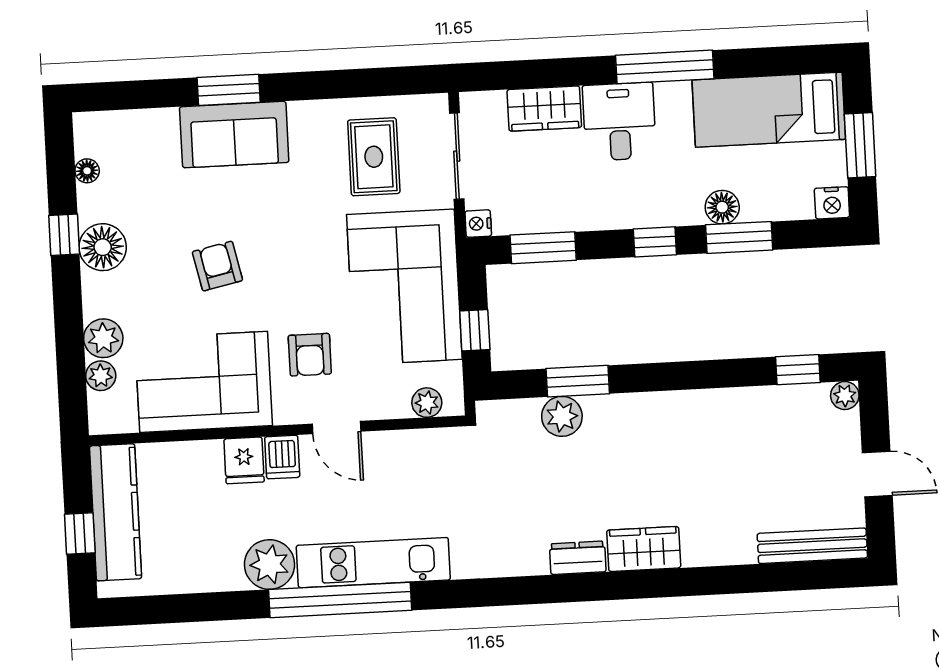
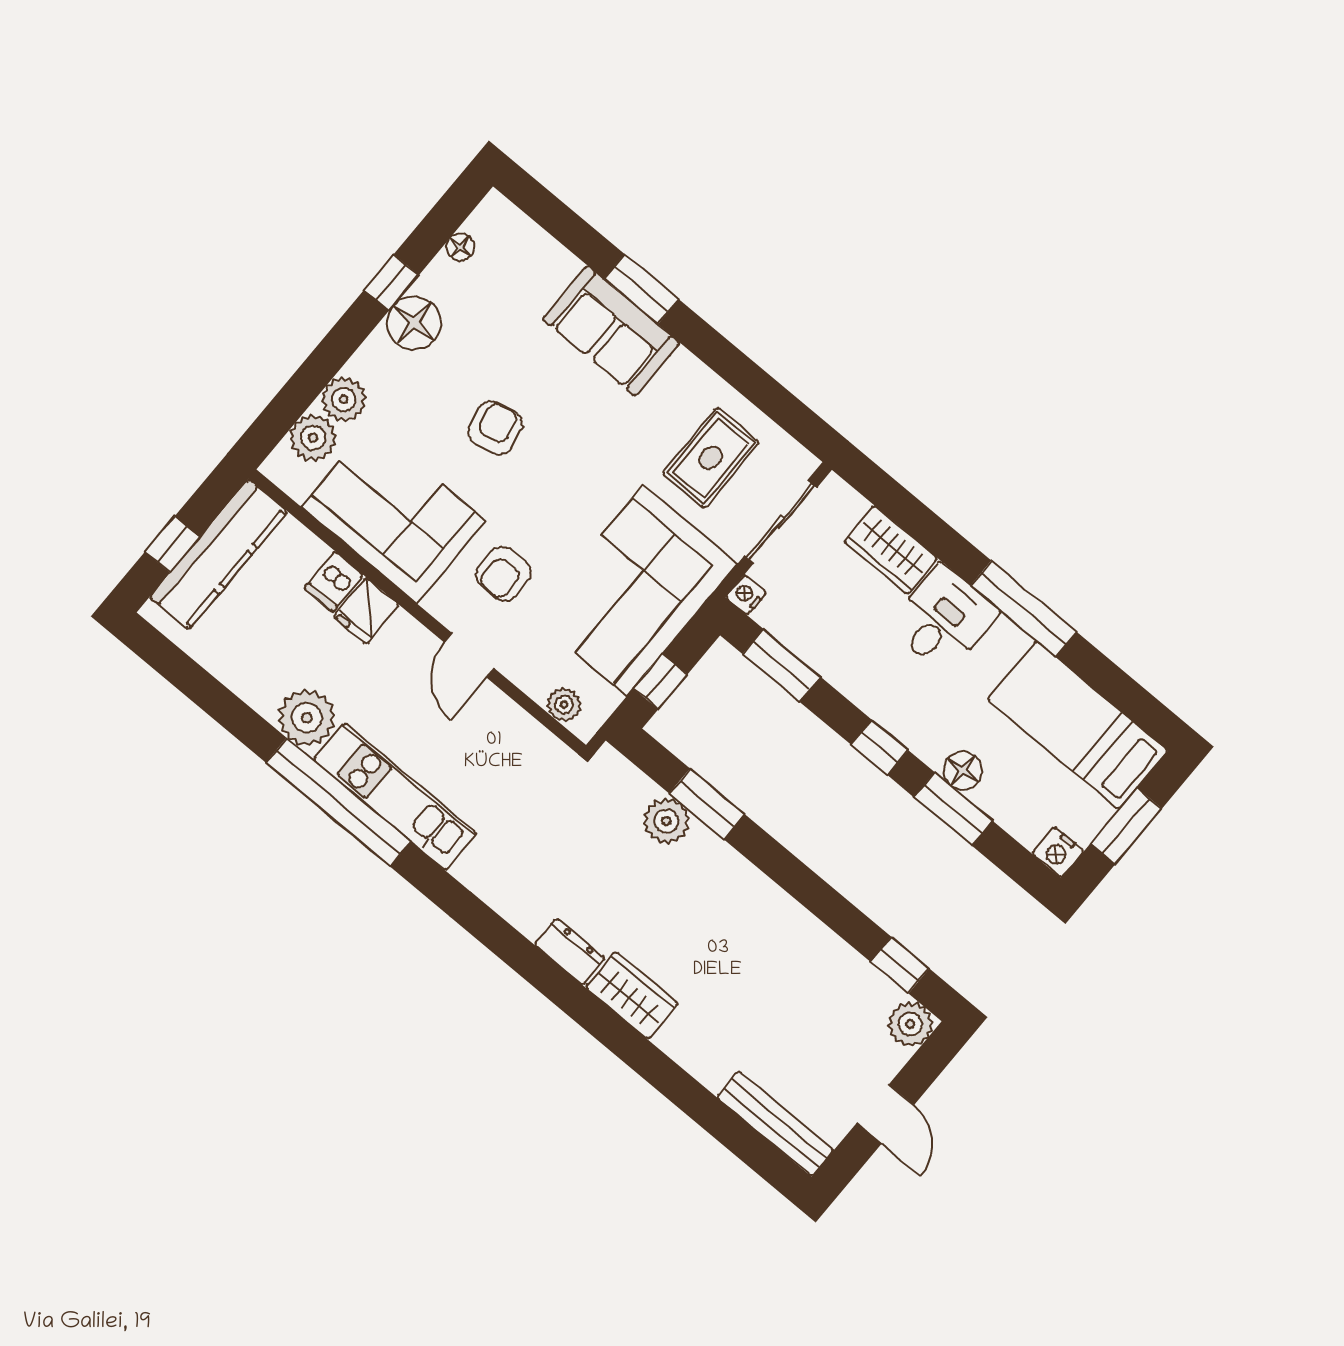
plant: (101, 376) -> (313, 438), width x1.38, depth x1.38
plant: (845, 396) -> (910, 1024), width x1.38, depth x1.38
dishwasher: (282, 457) -> (334, 582), moved

